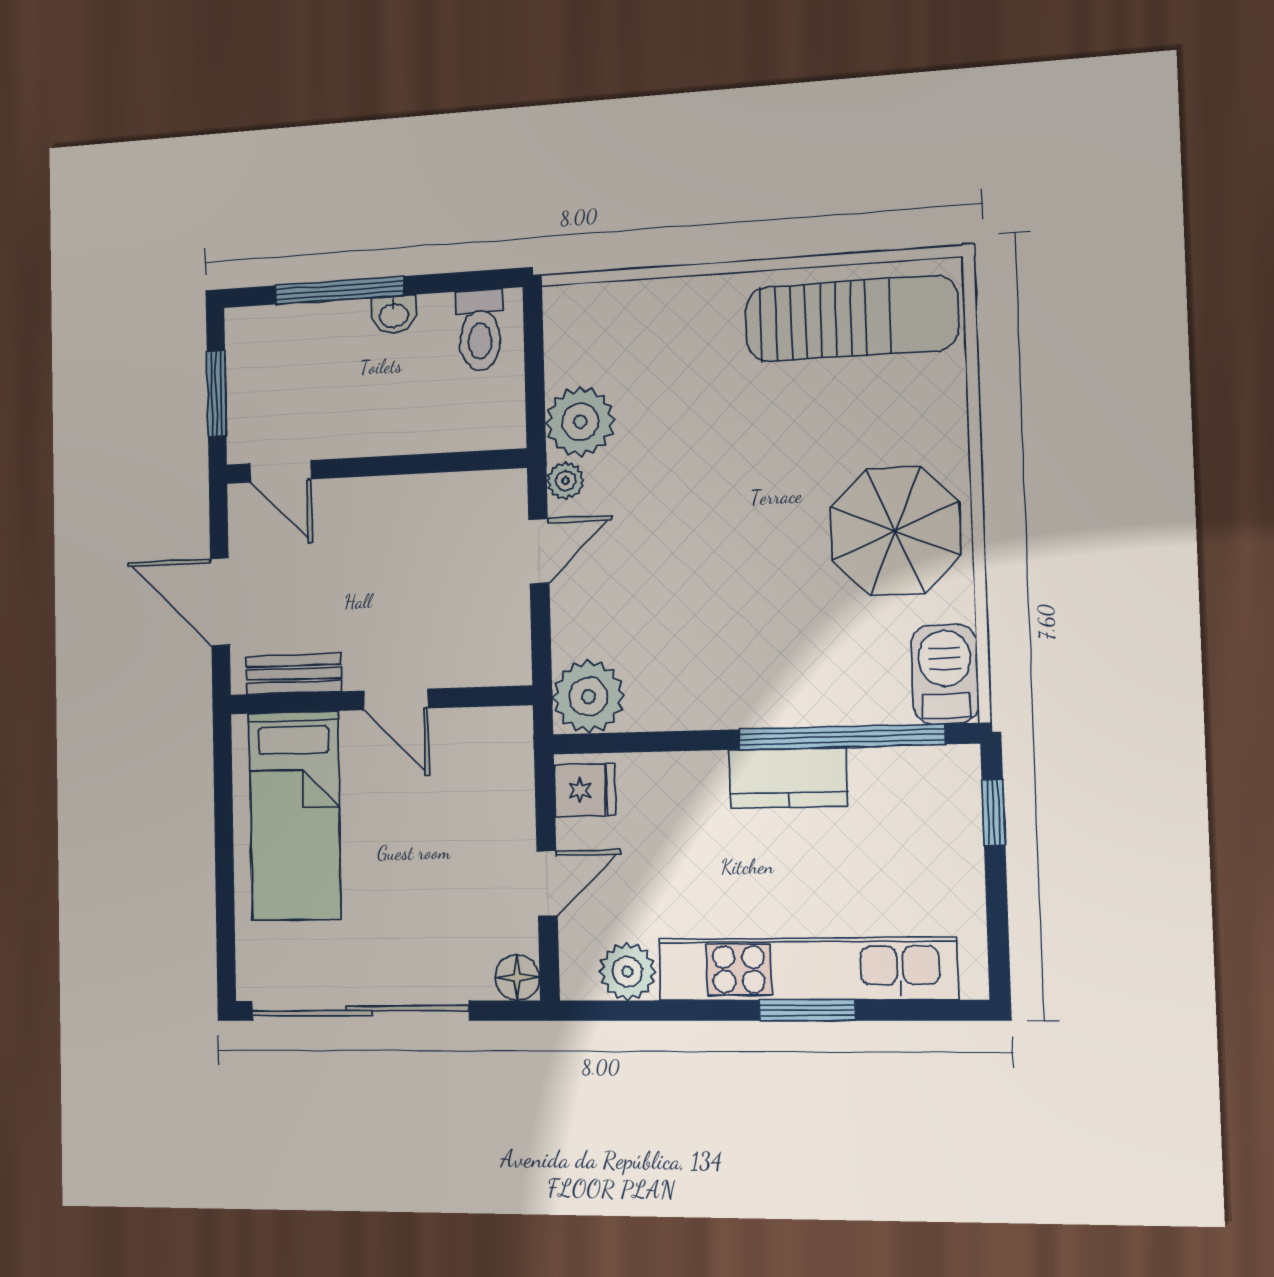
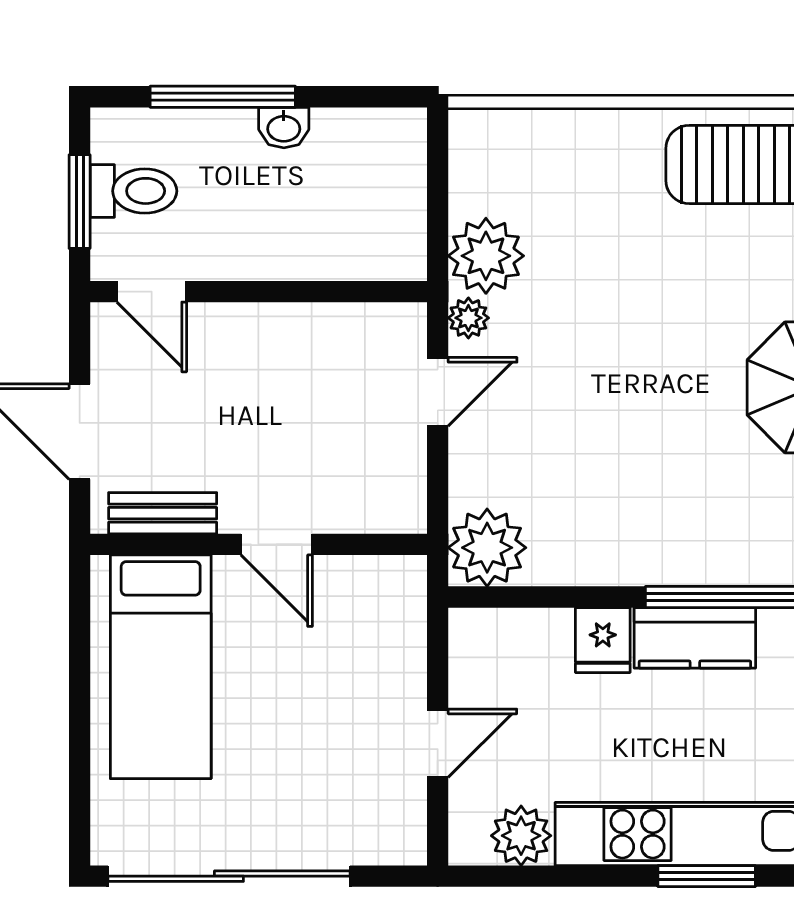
toilet: (480, 330) -> (133, 191), moved, turned -90
fridge: (585, 790) -> (603, 640), moved, turned 90
floor lamp: (517, 978) -> (403, 842), removed

